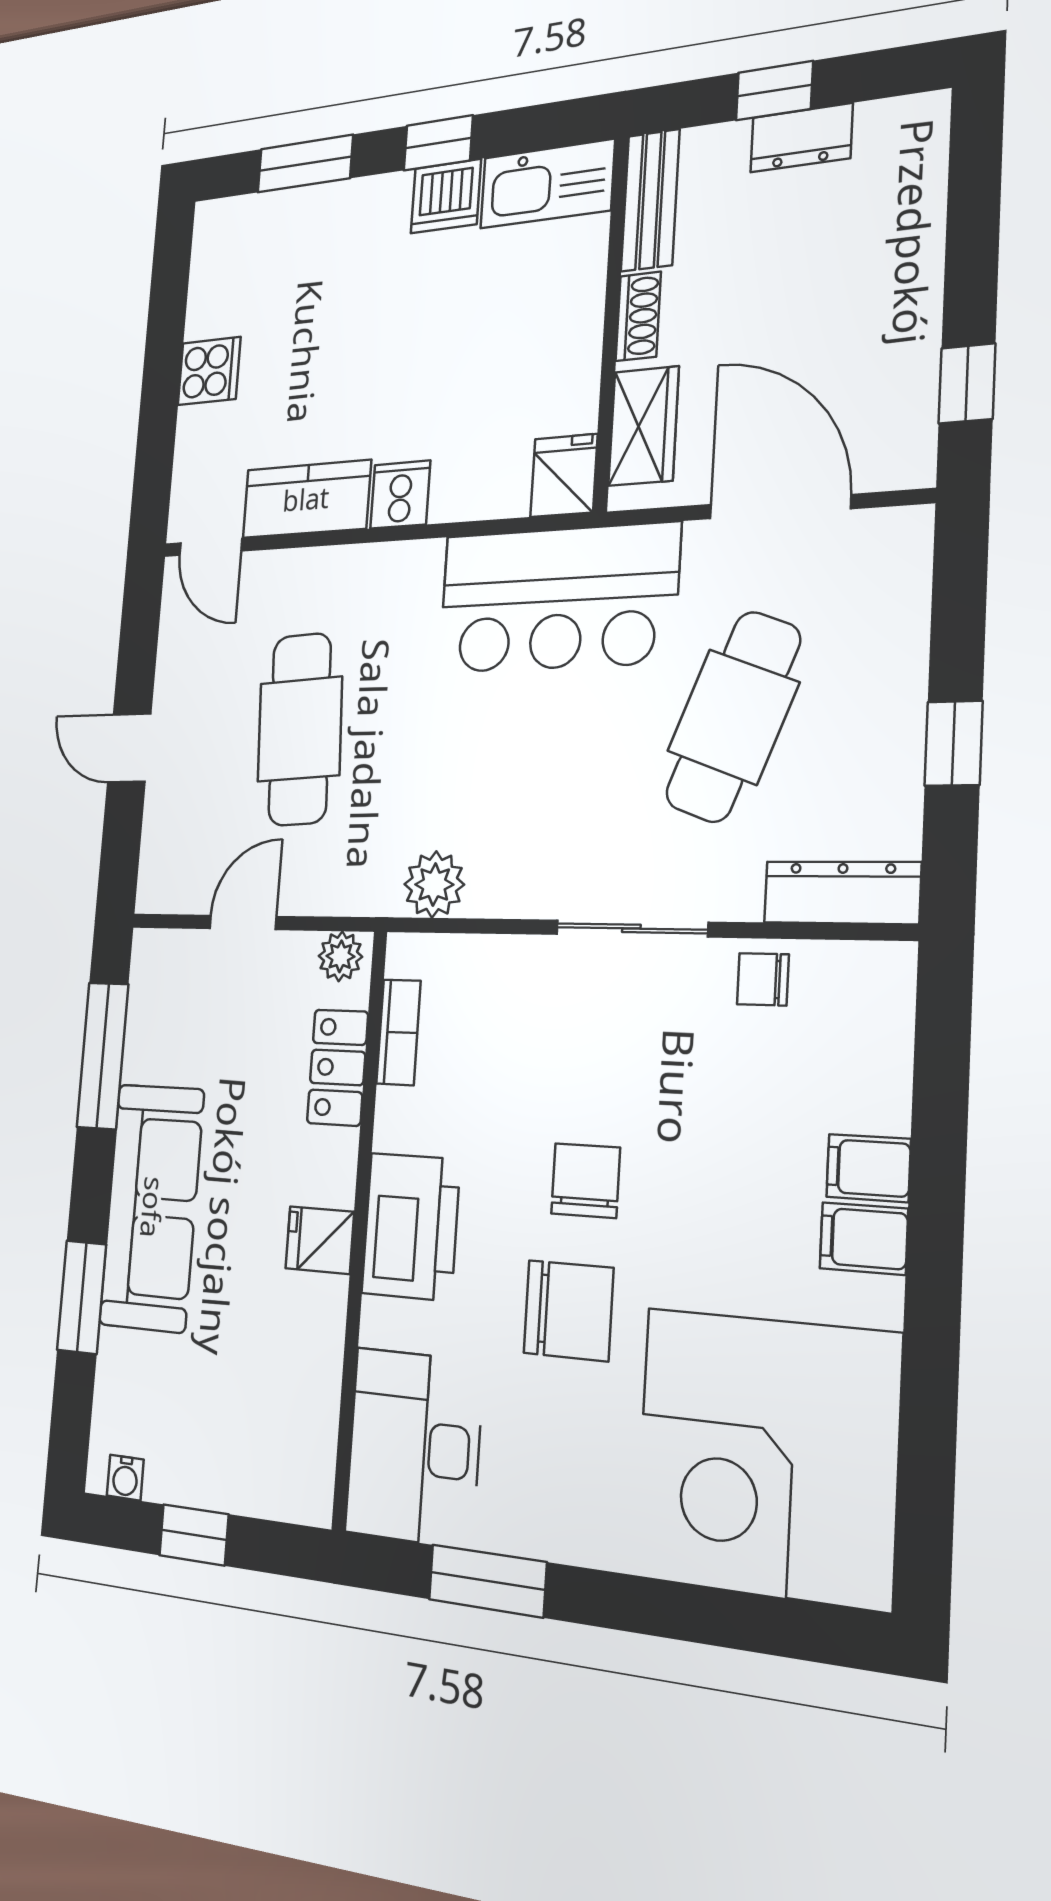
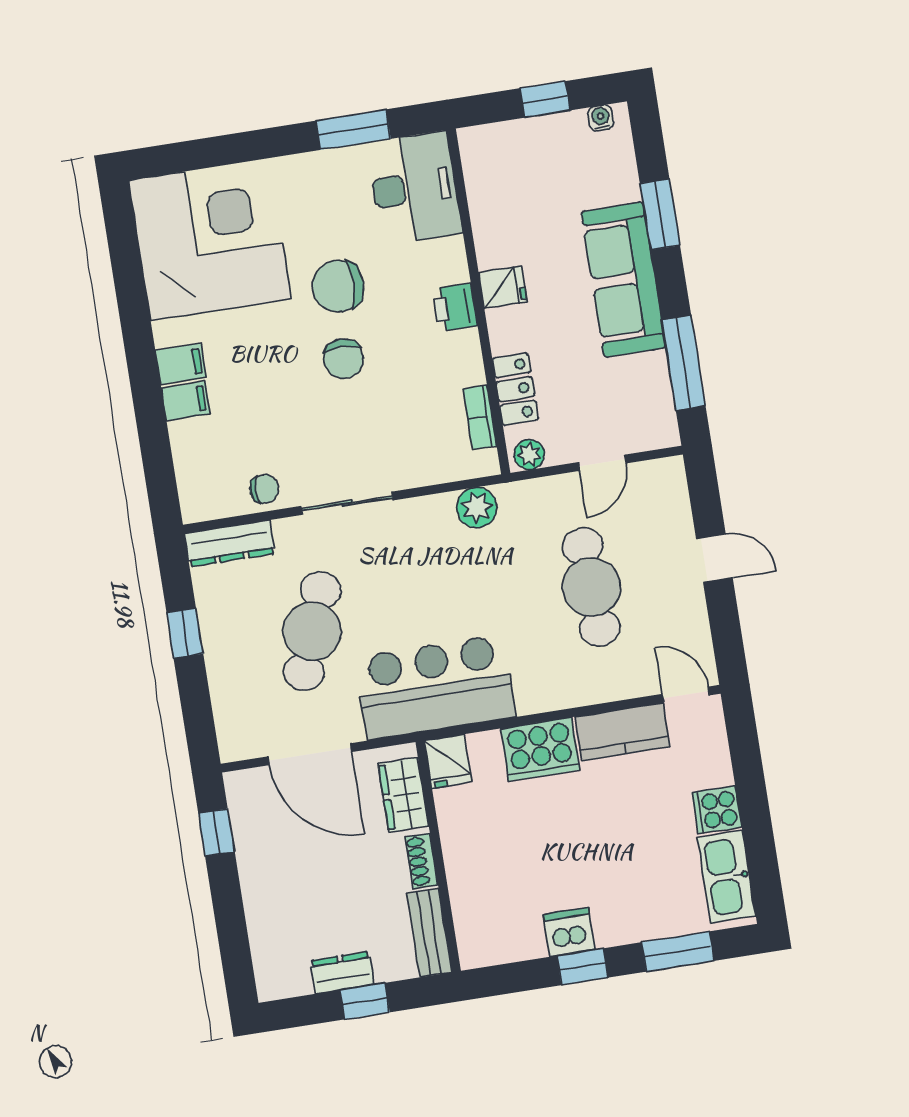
kitchen sink: (547, 184) -> (727, 877), moved, turned -90
cooker: (400, 495) -> (540, 749), width x1.87, depth x1.31
printer: (411, 1226) -> (455, 307), width x0.53, depth x0.68

